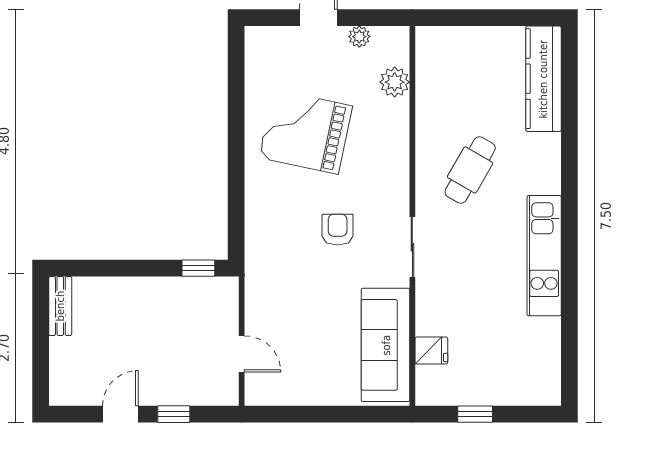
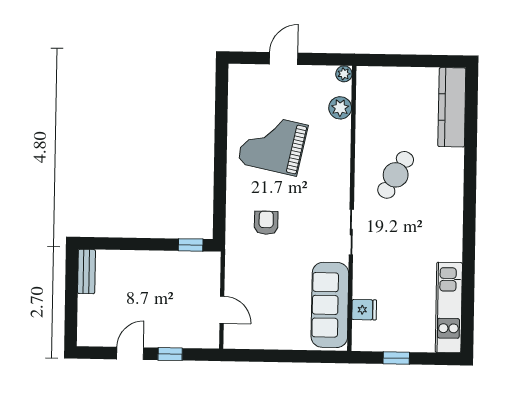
plant: (359, 37) -> (344, 74), moved
armchair: (338, 230) -> (266, 223), moved
kitchen unit: (544, 256) -> (449, 307), moved

